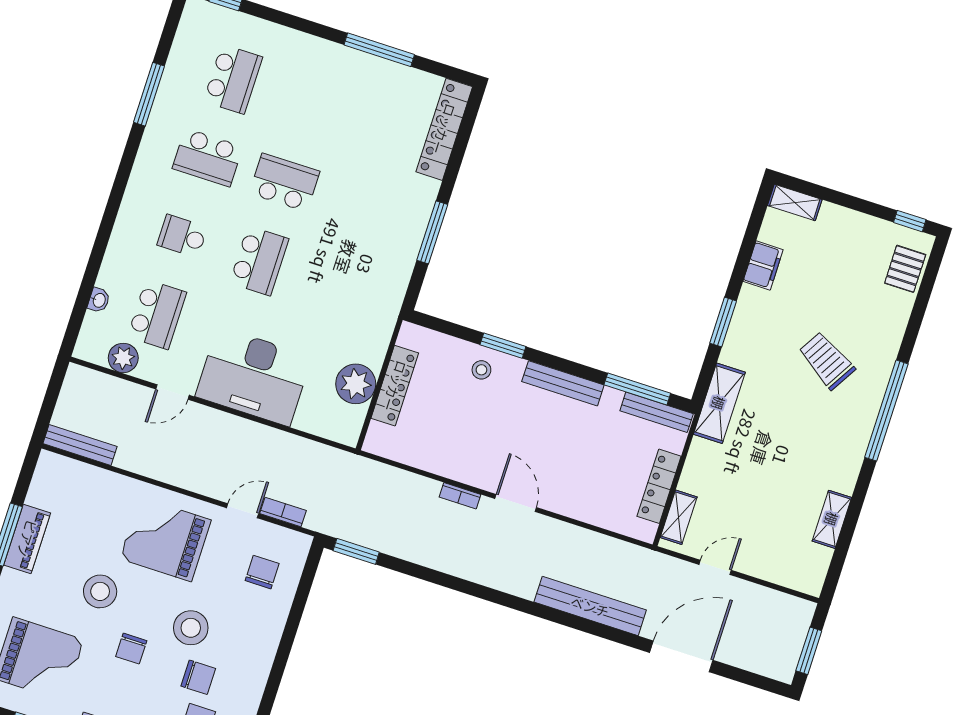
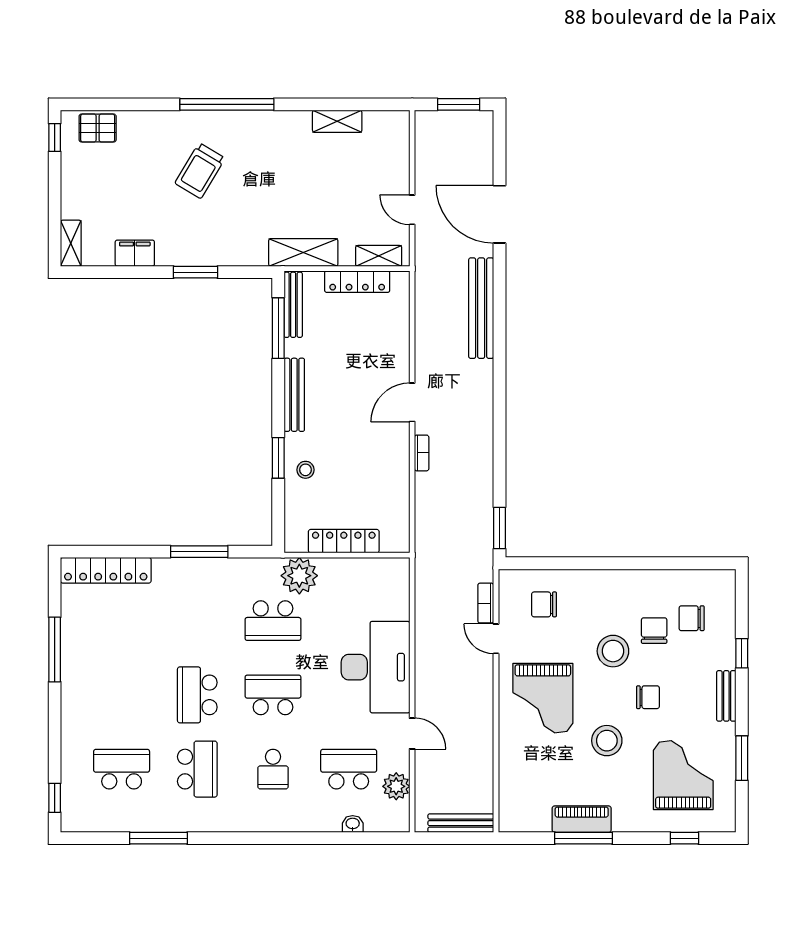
school desk: (336, 286) -> (273, 621), added
plant: (356, 384) -> (299, 576), moved
shelving: (719, 403) -> (303, 252), moved
bench: (80, 445) -> (461, 823), moved, turned 90

